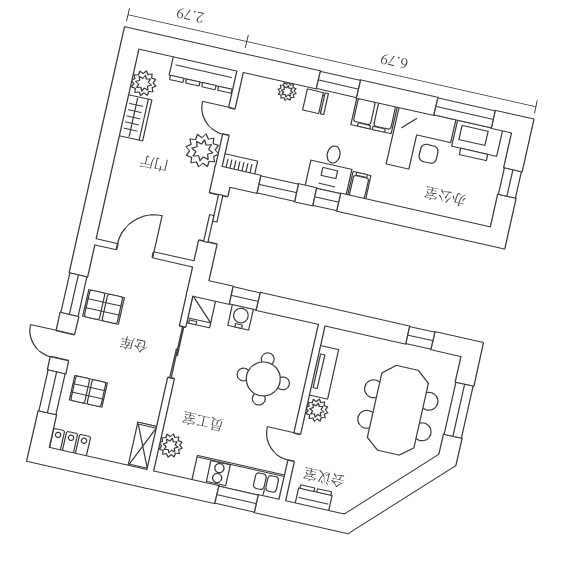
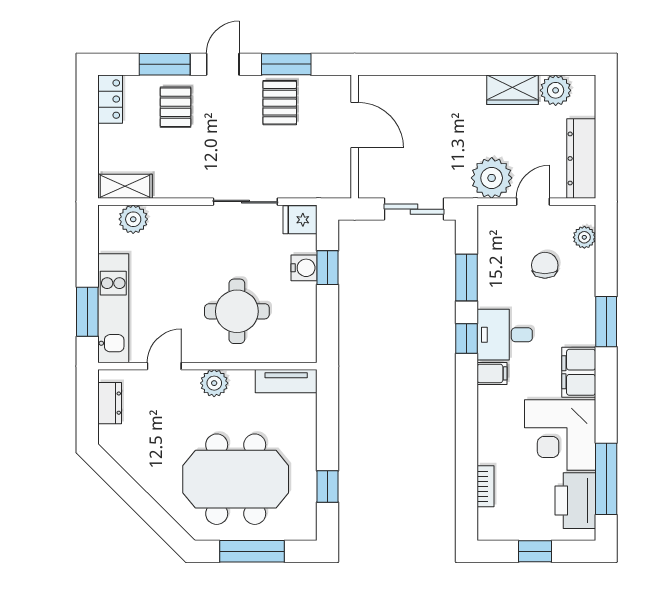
plant: (287, 91) -> (584, 237), moved
chair: (315, 102) -> (545, 265), moved
bookcase: (239, 164) -> (485, 486), moved
tv unit: (324, 372) -> (286, 381), moved

